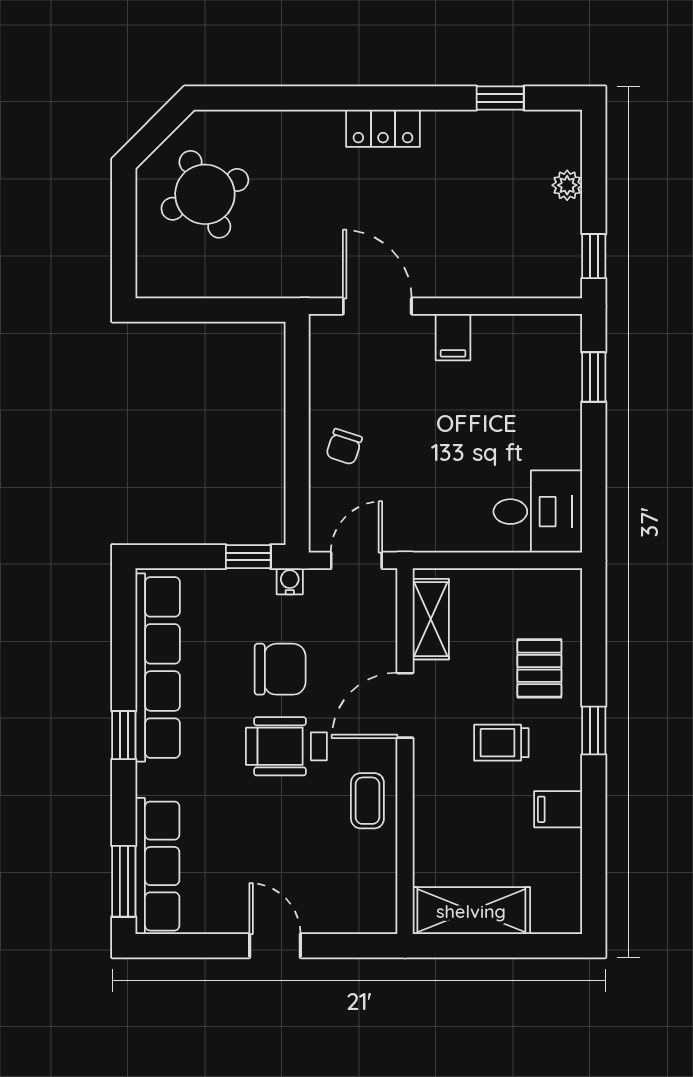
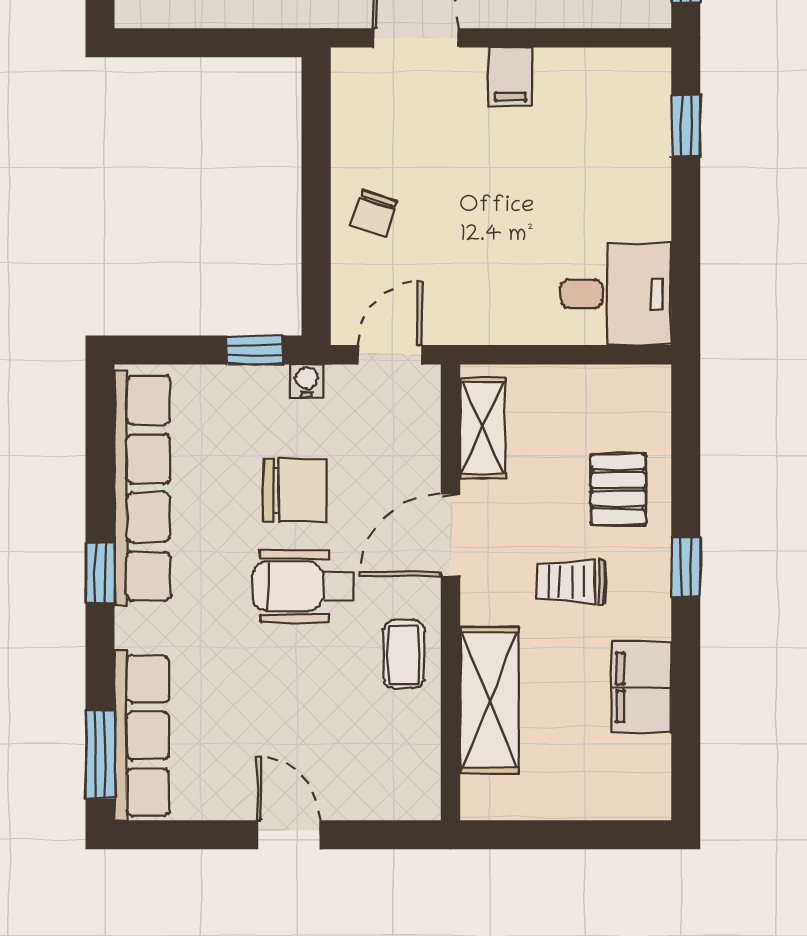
filing cabinet: (558, 809) -> (641, 687), width x2.00
shelving: (471, 911) -> (489, 700), moved, turned 90

